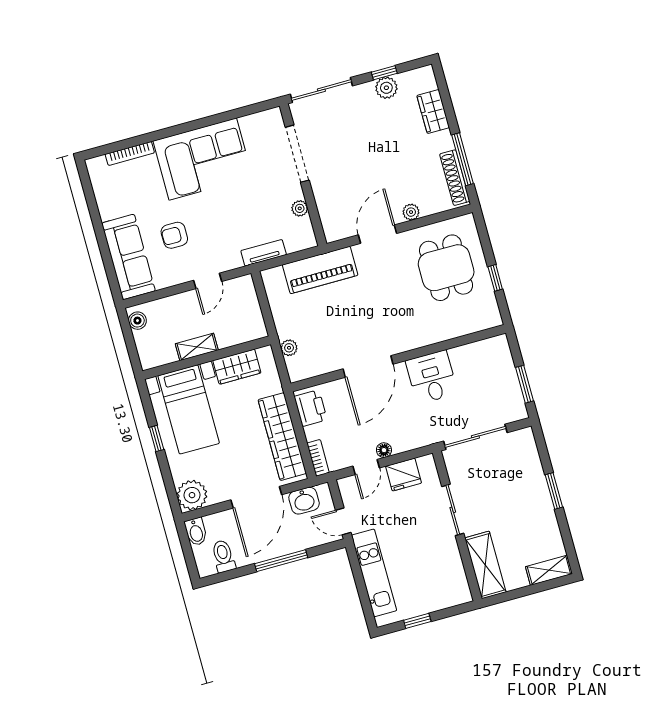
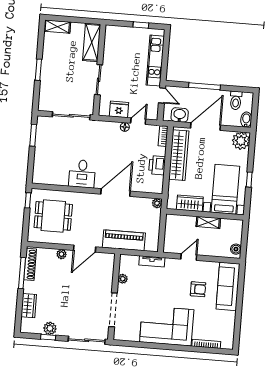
dining table: (446, 268) -> (53, 216), turned 90
wall: (398, 358) -> (97, 191), moved
door: (368, 366) -> (115, 193), moved
desk: (432, 377) -> (82, 174), moved

